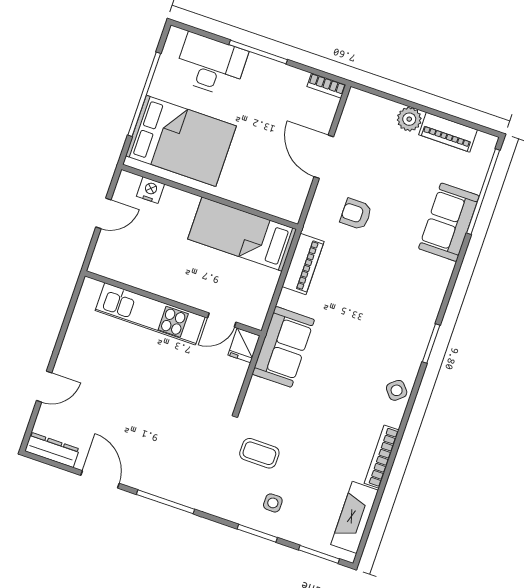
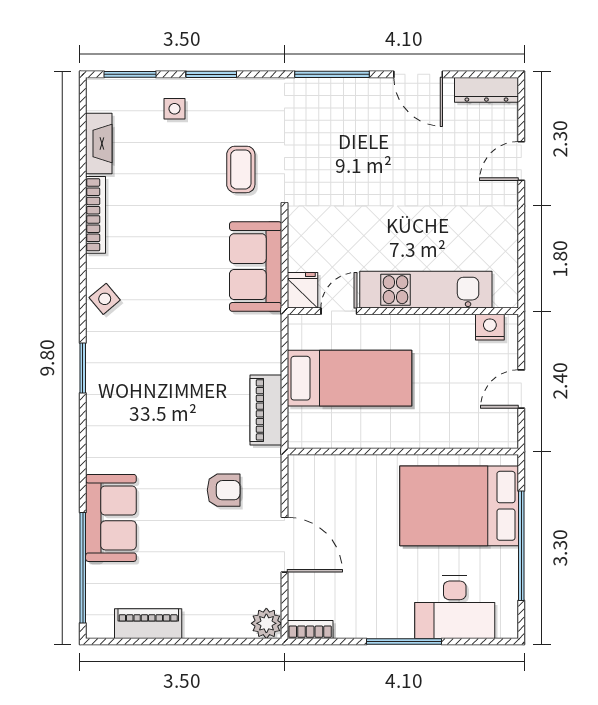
plant: (409, 119) -> (266, 623), moved
nightstand: (150, 190) -> (490, 327), moved, turned 180
bed: (242, 234) -> (350, 378), moved
sofa: (283, 347) -> (256, 267), moved
coffee table: (259, 453) -> (241, 169), turned 90
side table: (273, 503) -> (175, 109), moved
fireplace: (355, 517) -> (99, 144), width x0.73, depth x0.76

